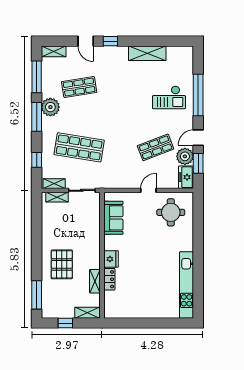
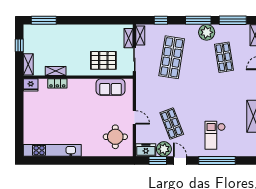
fridge: (111, 259) -> (31, 85), moved
pallet: (62, 264) -> (103, 60), moved

